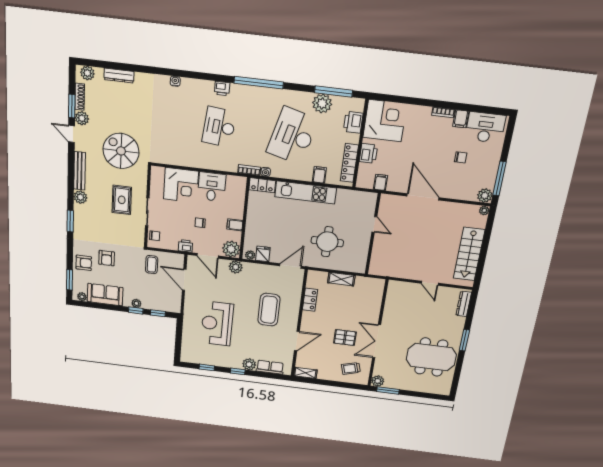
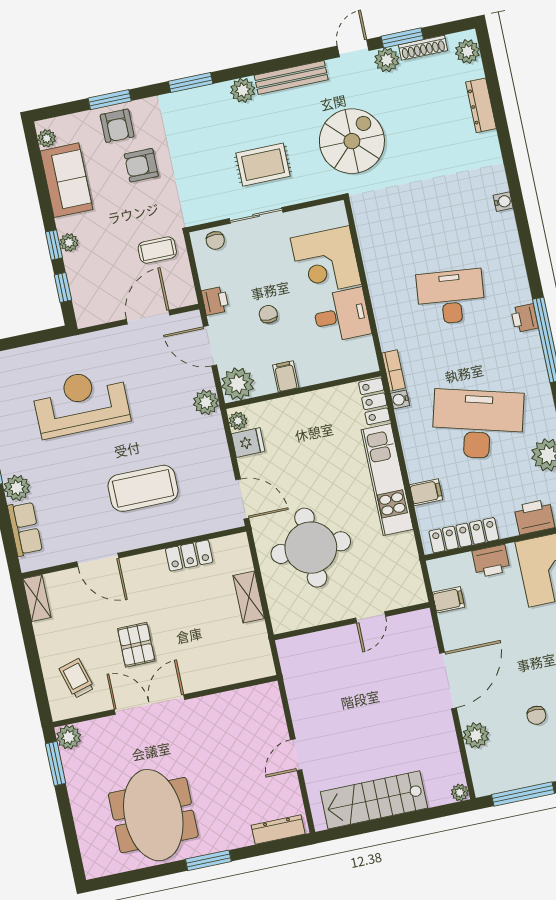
printer: (222, 89) -> (525, 318), moved
plant: (485, 196) -> (476, 735), moved
round table: (327, 242) -> (311, 548), width x1.36, depth x1.36
door: (208, 256) -> (210, 346), hinge flipped
window: (69, 280) -> (110, 100), moved

